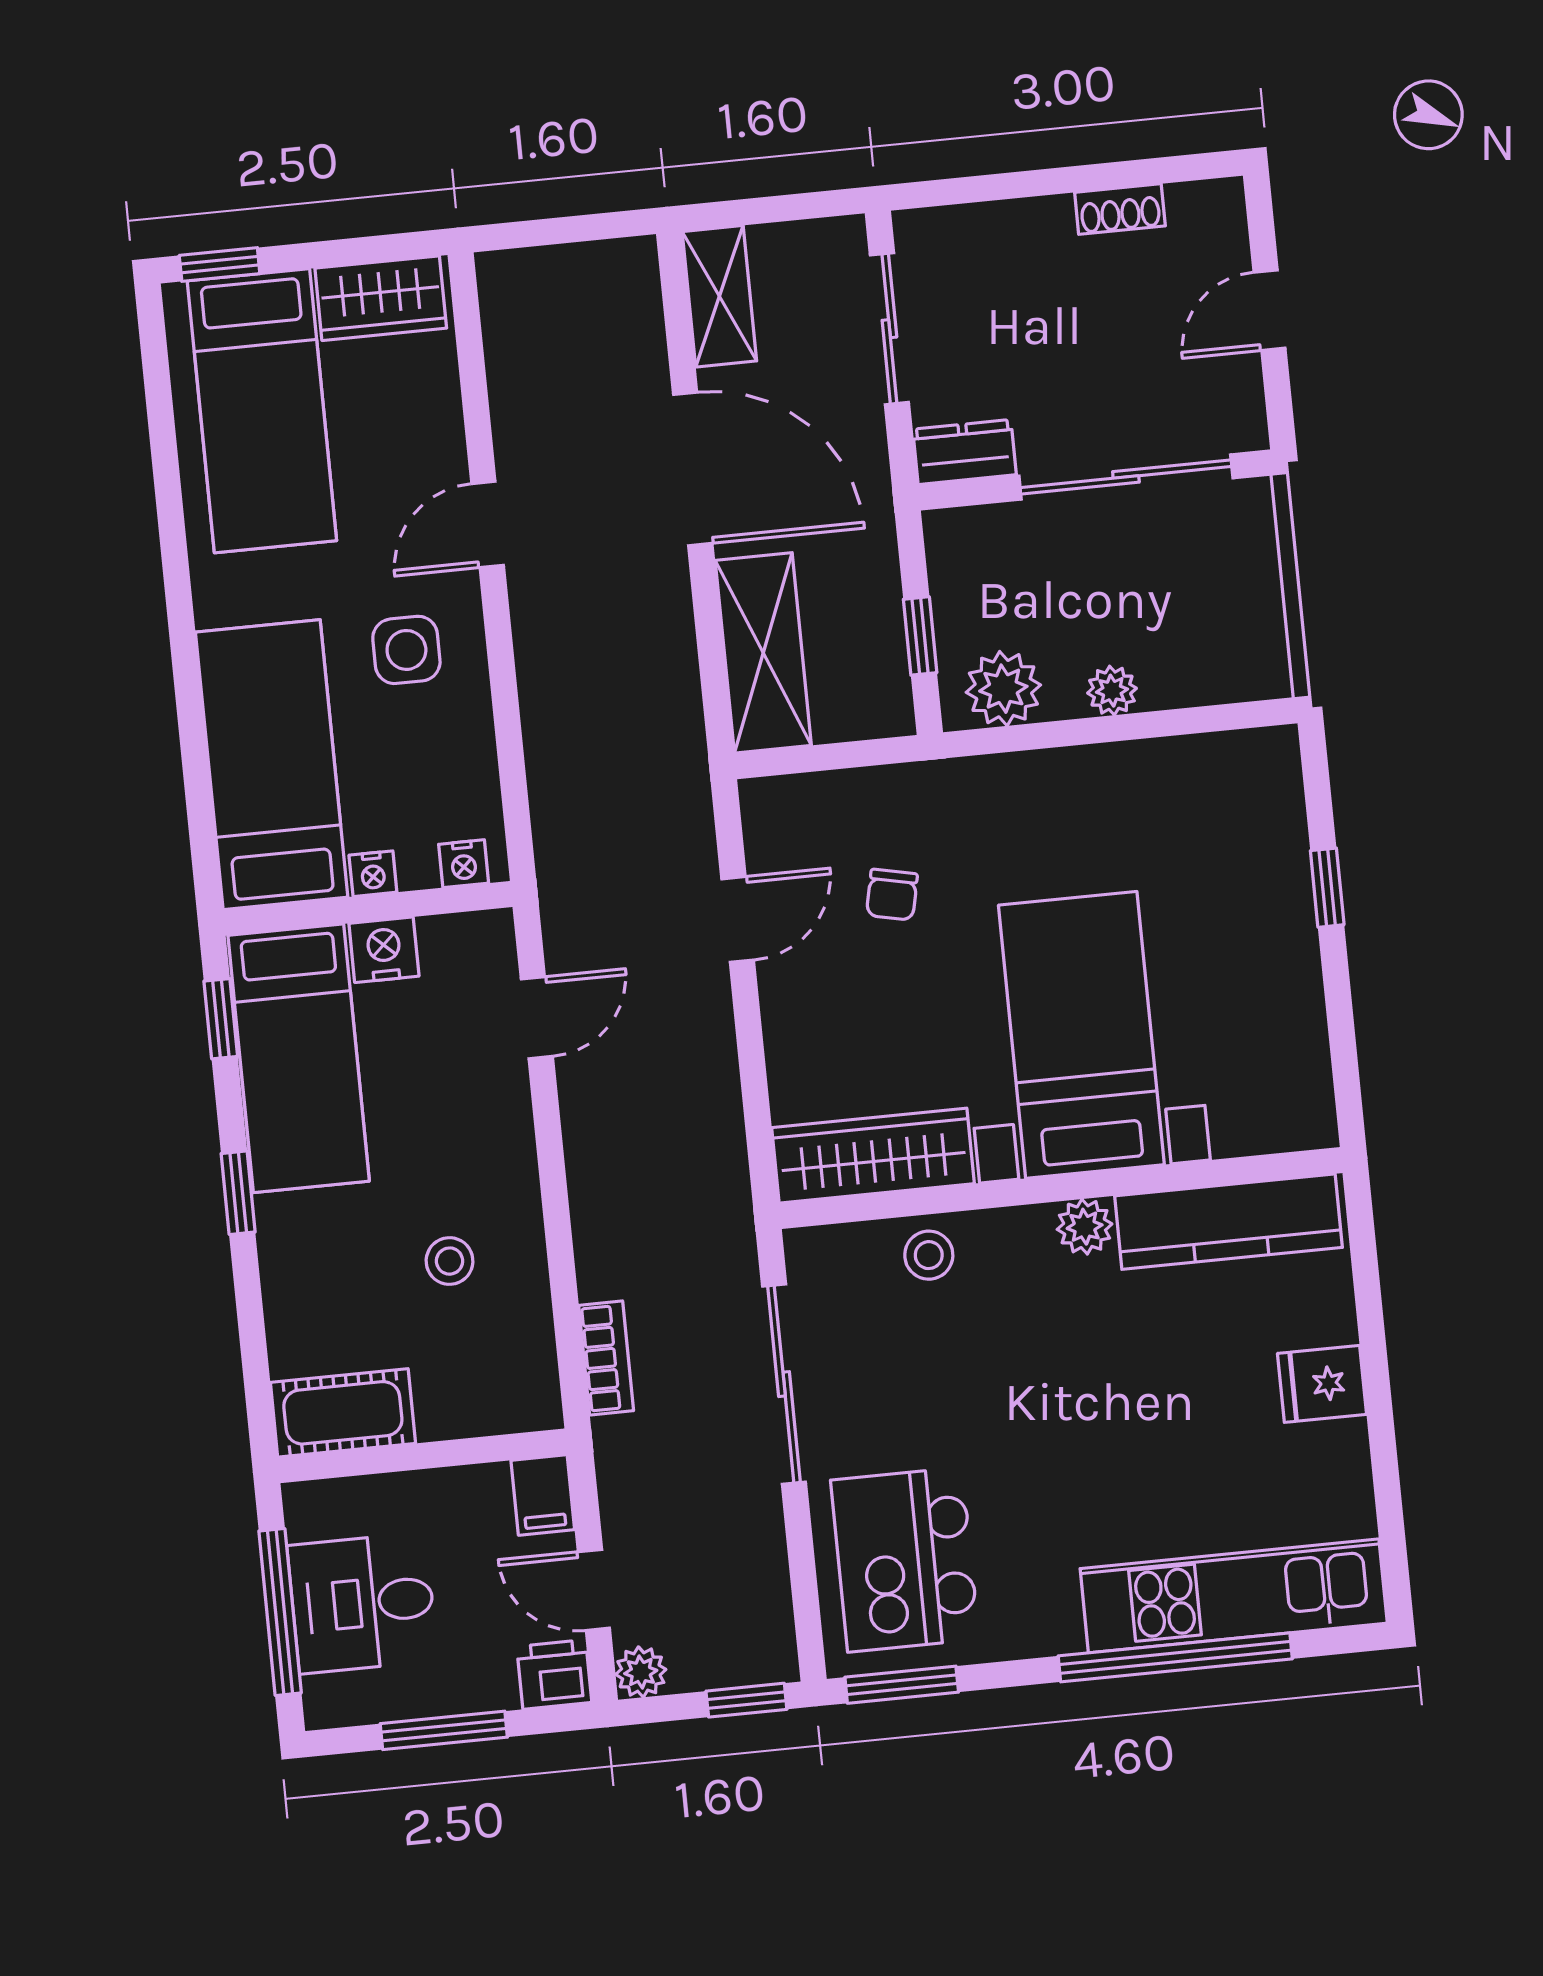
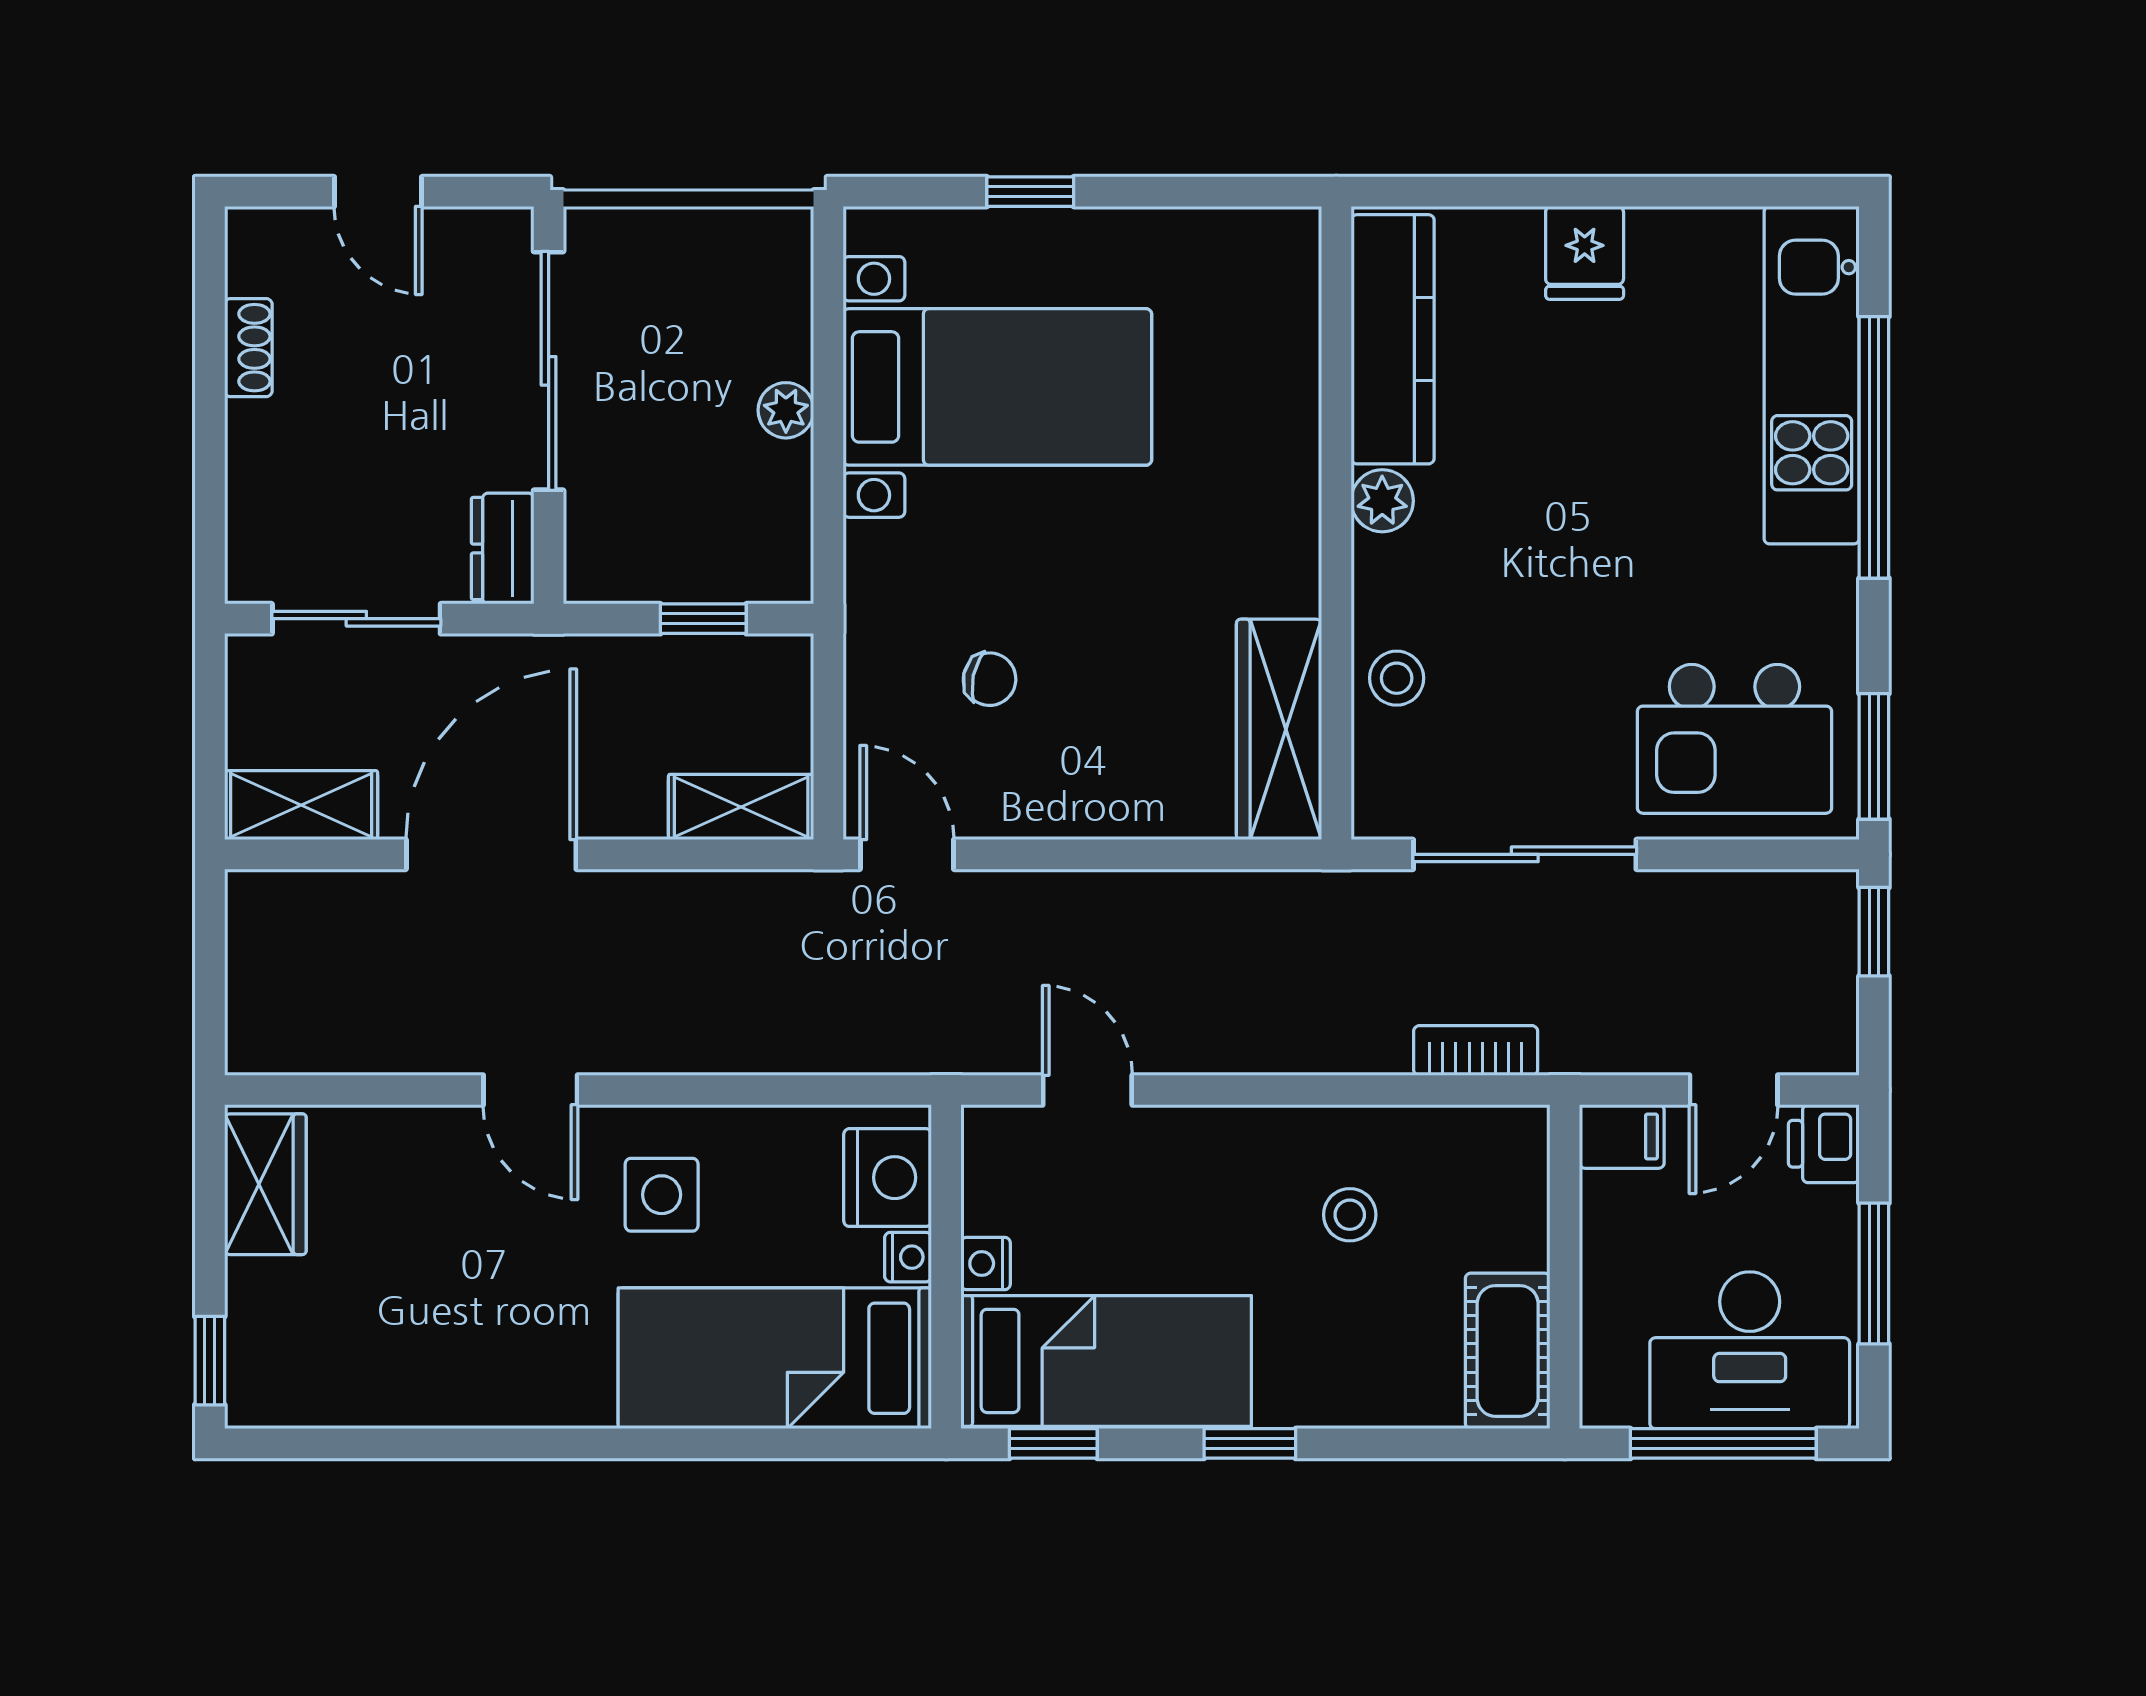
bed: (262, 411) -> (378, 1330), removed
shelving: (763, 653) -> (741, 807), width x0.67, depth x0.75
plant: (1003, 689) -> (772, 531), removed
nightstand: (464, 864) -> (888, 1178), width x1.89, depth x1.79
door: (738, 919) -> (907, 854), moved
nightstand: (384, 950) -> (986, 1263), width x0.72, depth x0.74
bed with nightstands: (1081, 1035) -> (997, 387), moved, turned 180
desk: (362, 1603) -> (1750, 1350), width x1.37
plant: (641, 1672) -> (1831, 1047), removed

